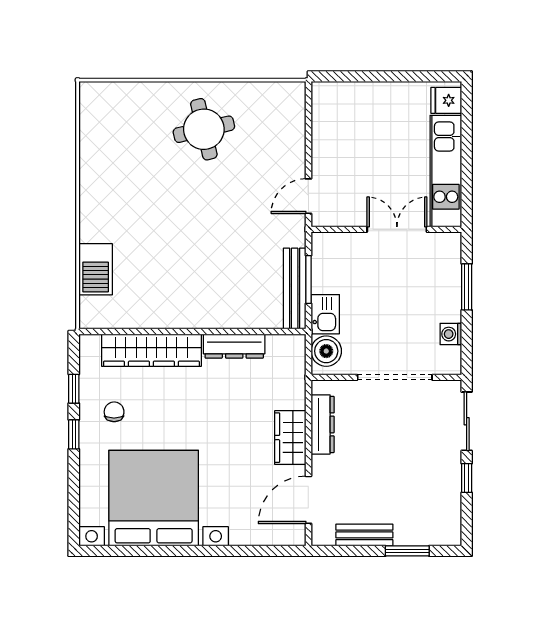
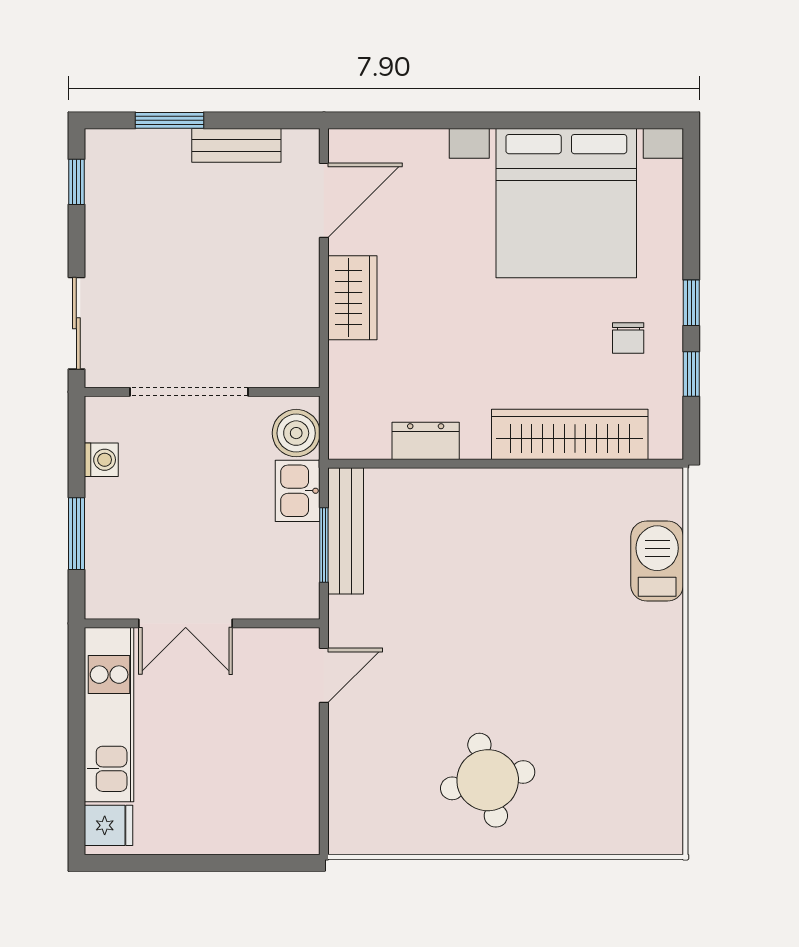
dresser: (234, 346) -> (426, 441), width x0.70
dresser: (323, 424) -> (302, 318), removed
window: (467, 478) -> (76, 182), moved

